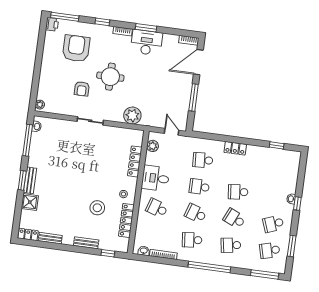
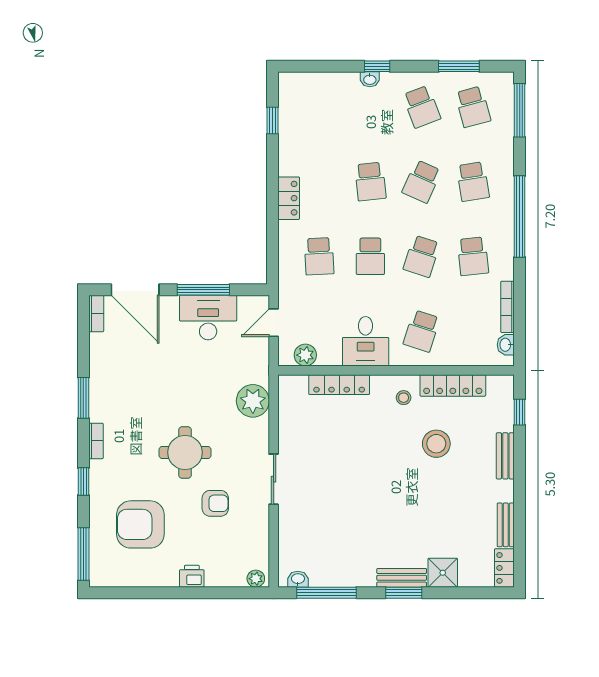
printer: (52, 24) -> (192, 576), moved
desk: (146, 43) -> (208, 318), moved, turned 90

